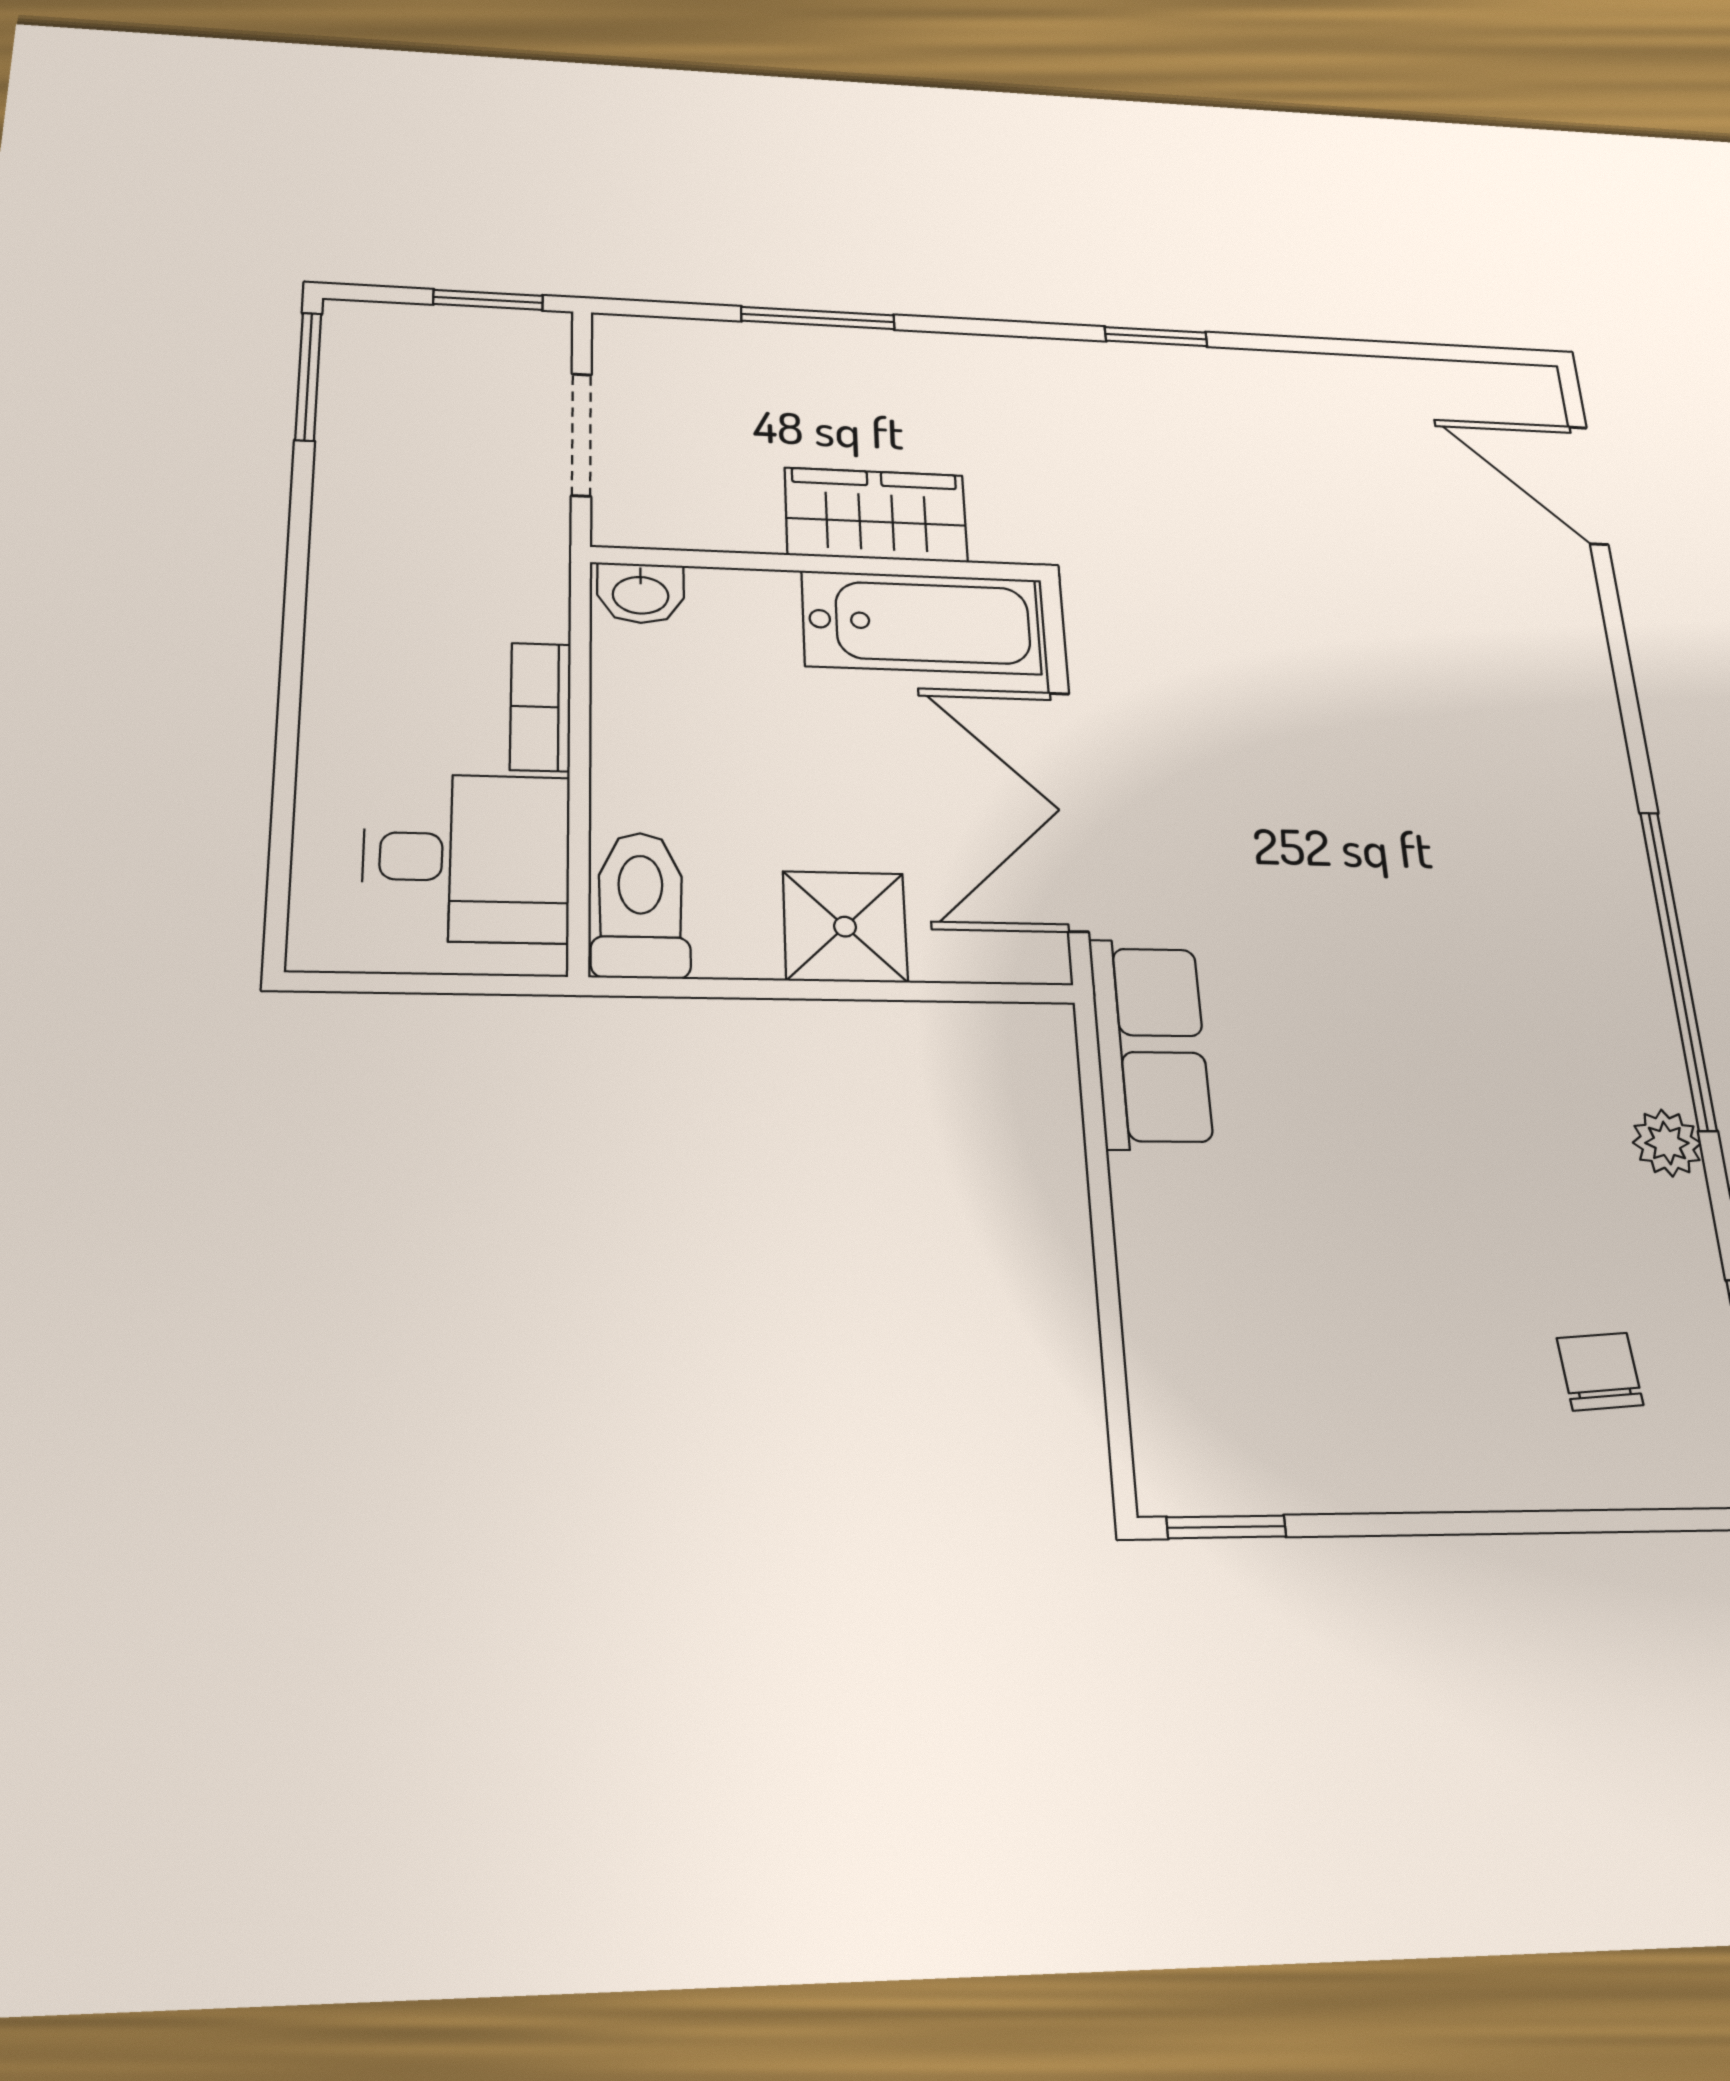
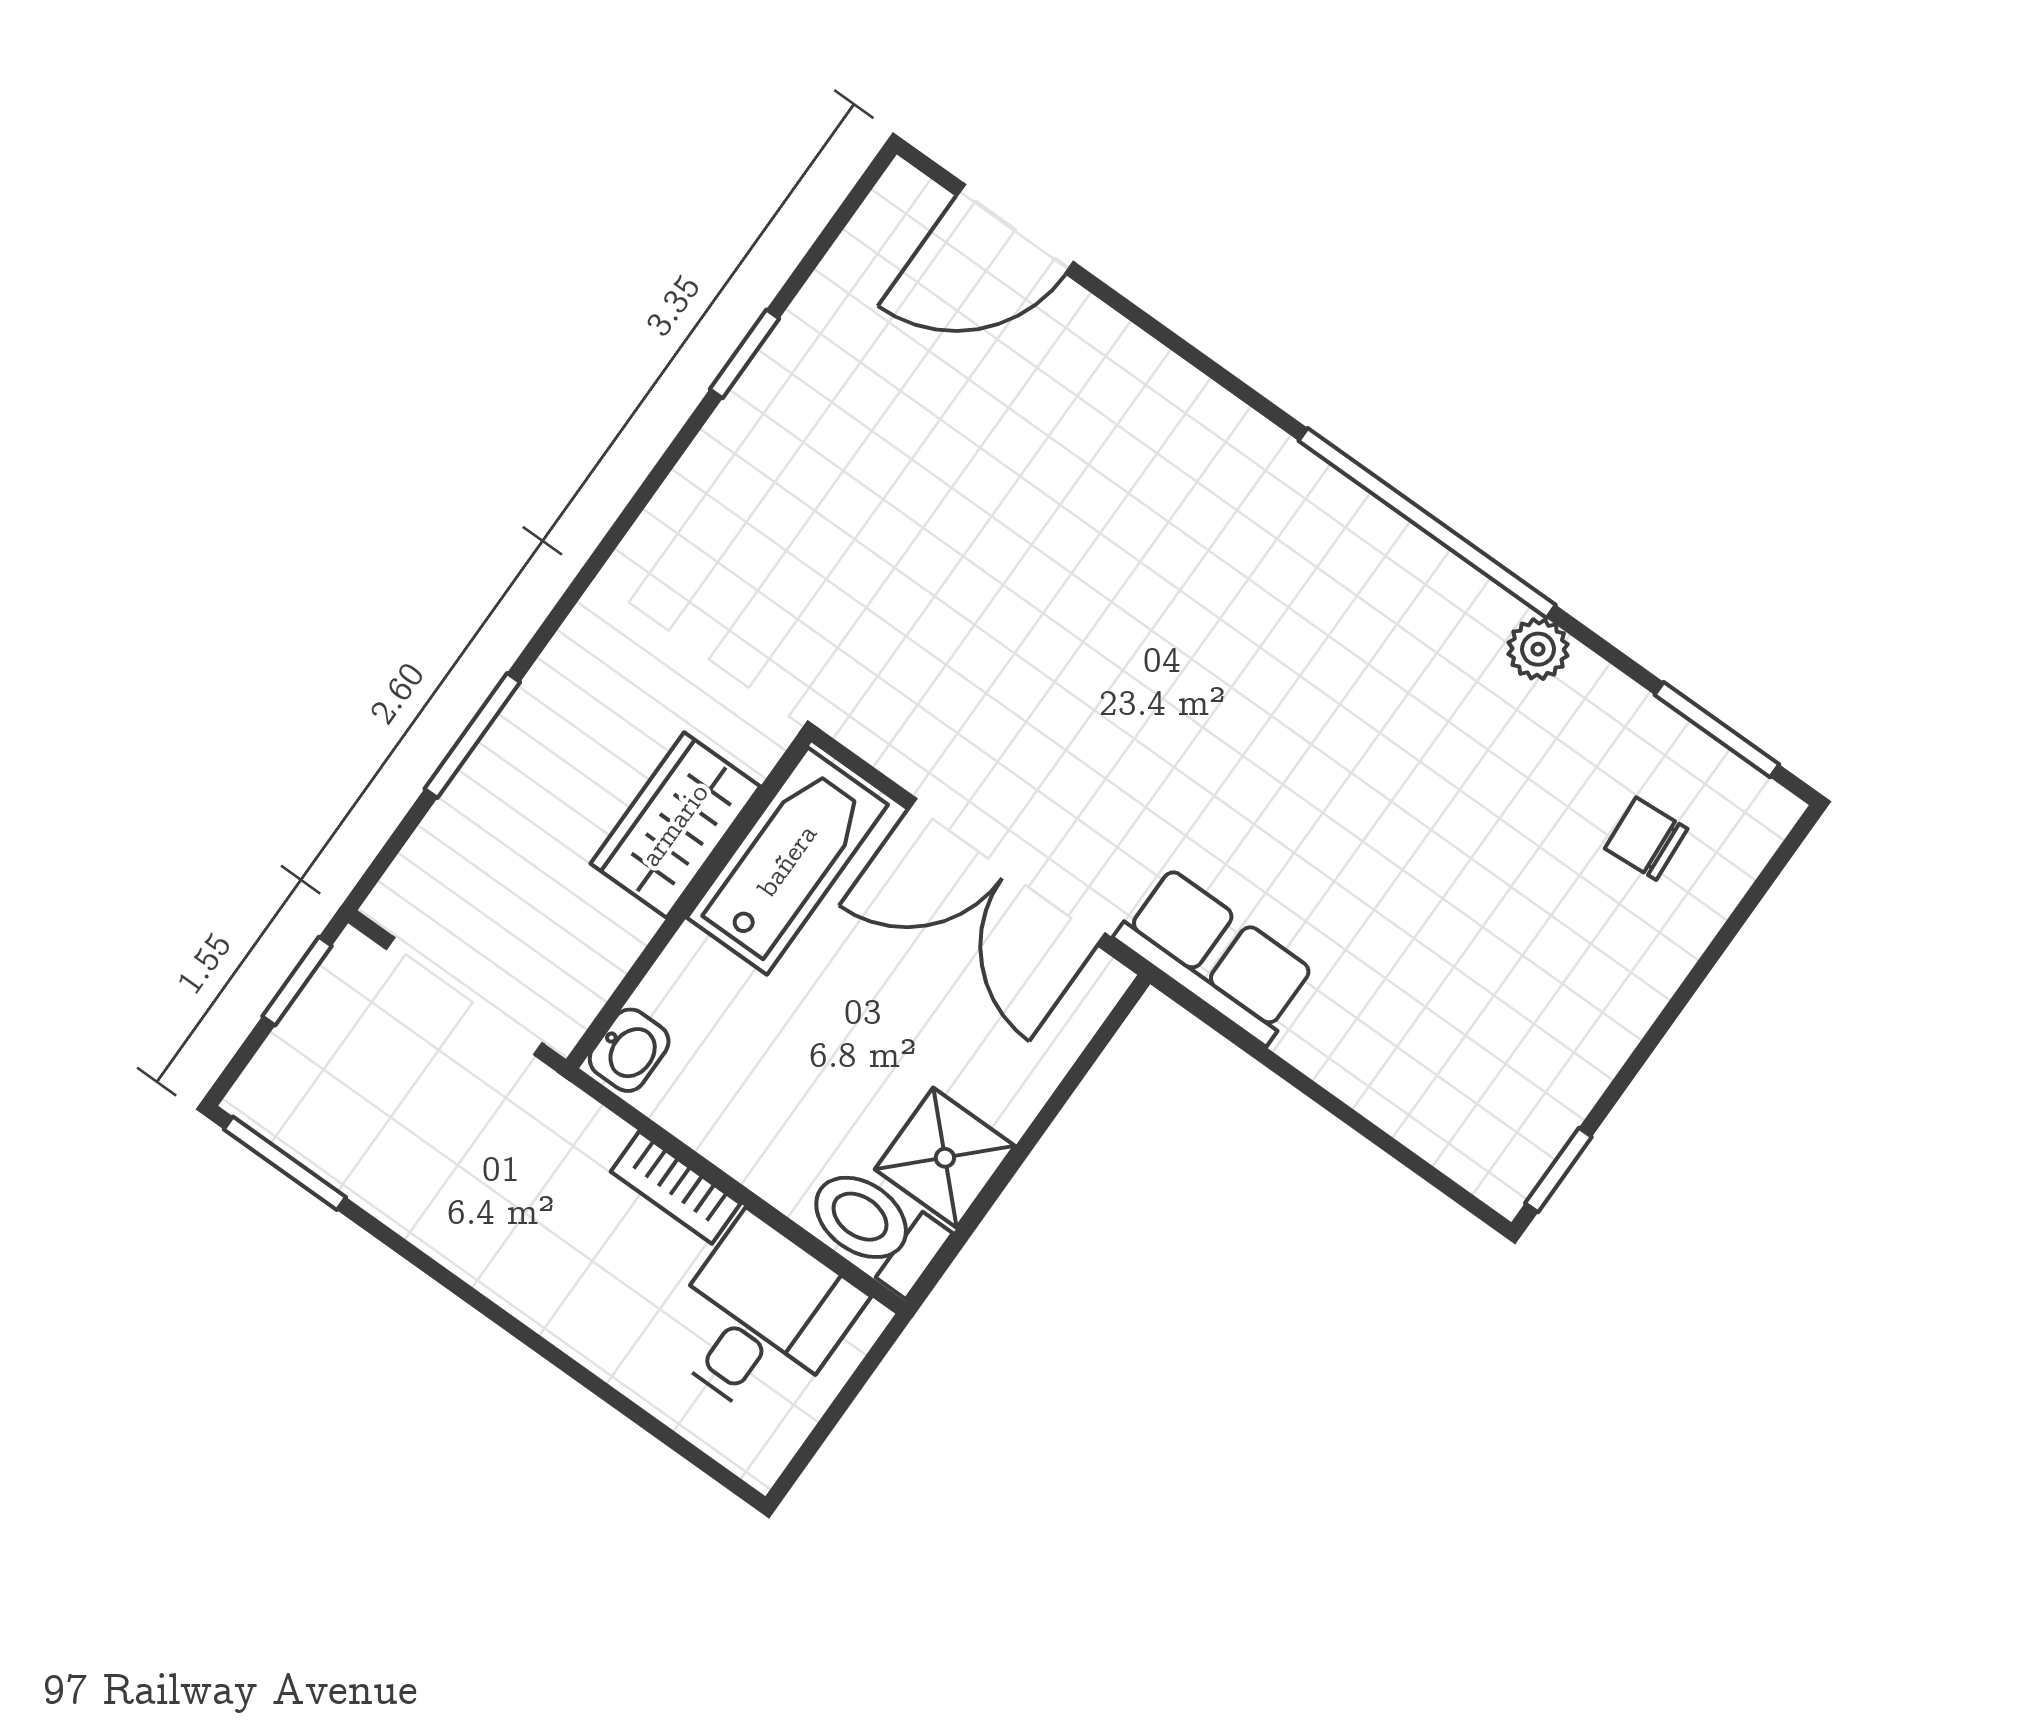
window: (1156, 337) -> (744, 354), moved
doorway: (581, 435) -> (464, 996), width x1.38
shower: (845, 927) -> (945, 1158), moved

